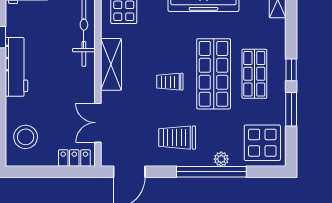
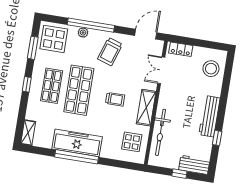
trolley: (170, 82) -> (115, 99), moved
window: (291, 109) -> (33, 48), moved
double door: (98, 123) -> (161, 70), swing flipped
trolley: (177, 138) -> (110, 52), turned 108

